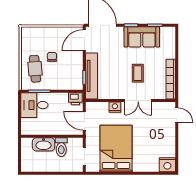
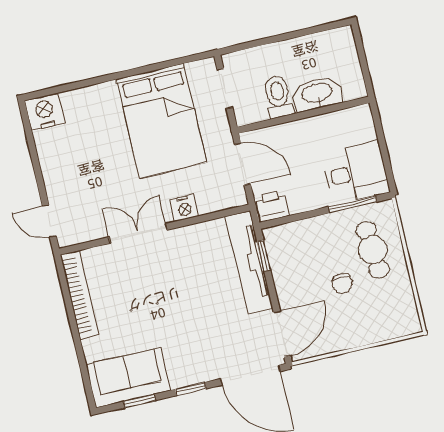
sofa: (142, 37) -> (128, 378), moved
coffee table: (138, 73) -> (152, 291), removed

